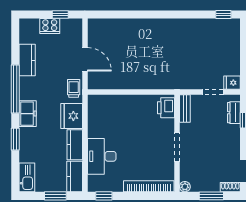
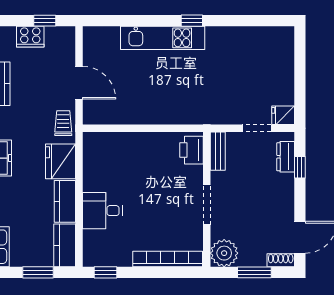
window: (223, 15) -> (192, 21), moved
kitchen unit: (145, 27) -> (163, 38), added
desk: (102, 156) -> (102, 211), width x0.73
plant: (185, 187) -> (224, 253), width x1.87, depth x1.87

